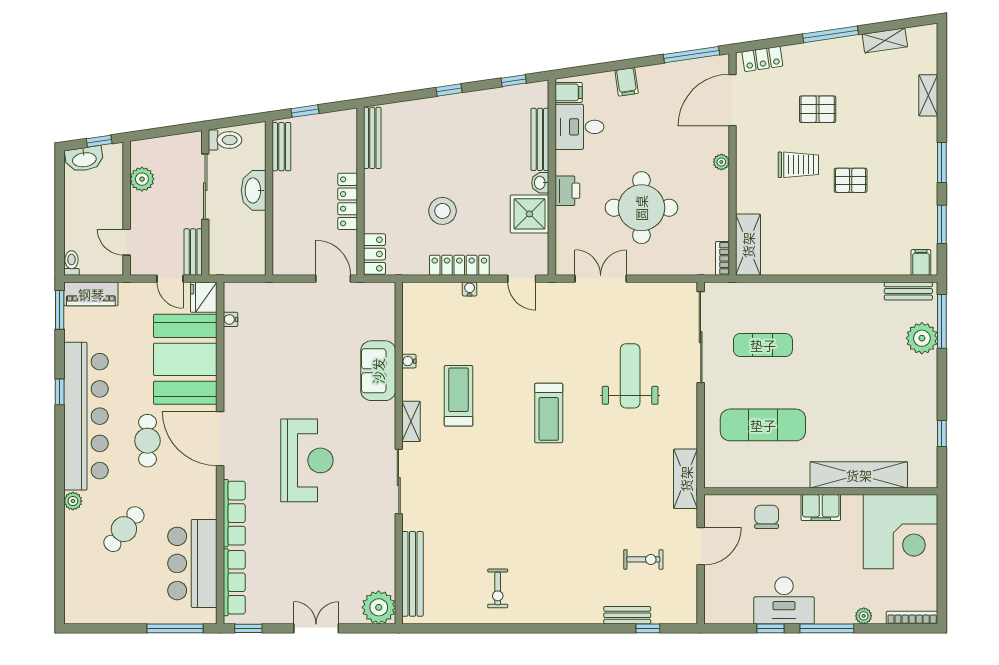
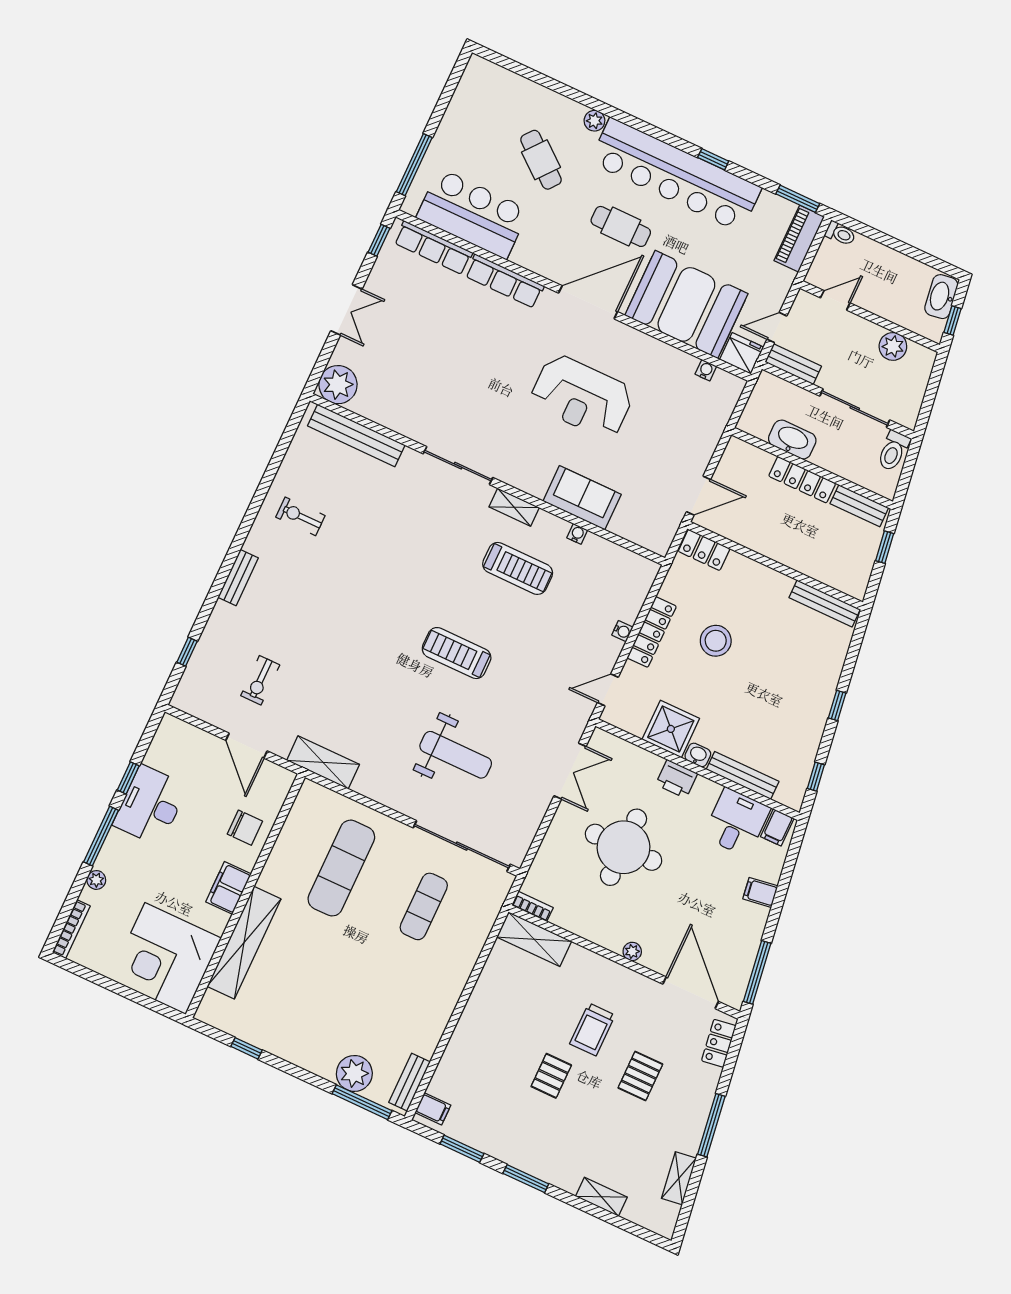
washbasin: (254, 190) -> (792, 440), moved
locker: (348, 201) -> (802, 480), moved, turned 180
reception desk: (307, 460) -> (582, 397), moved
bench: (627, 615) -> (238, 578), moved

